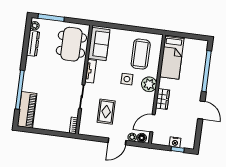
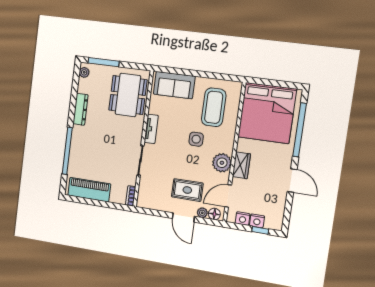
dresser: (33, 43) -> (80, 109), moved
sofa: (99, 44) -> (174, 85), moved, turned 90
bed: (172, 57) -> (267, 113), width x2.04
plant: (149, 84) -> (222, 163), moved
piano: (27, 110) -> (89, 190), moved, turned -90
rug: (106, 112) -> (187, 190), moved, turned 90
door: (117, 141) -> (183, 217), hinge flipped
nightstand: (164, 141) -> (243, 219), added

